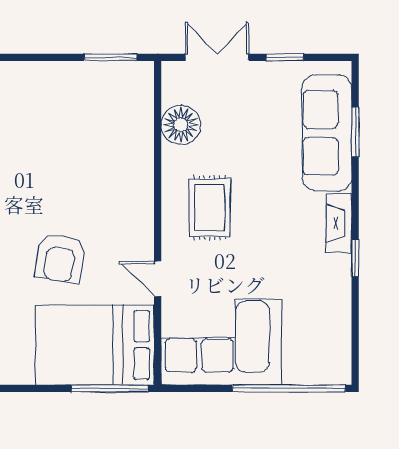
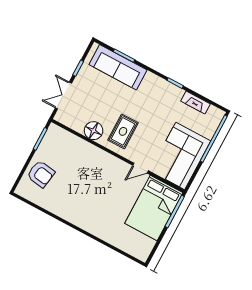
floor lamp: (181, 125) -> (94, 131), moved
rug: (210, 208) -> (123, 131), turned 90
fireplace: (339, 223) -> (196, 103), moved
armchair: (60, 258) -> (41, 174), moved

